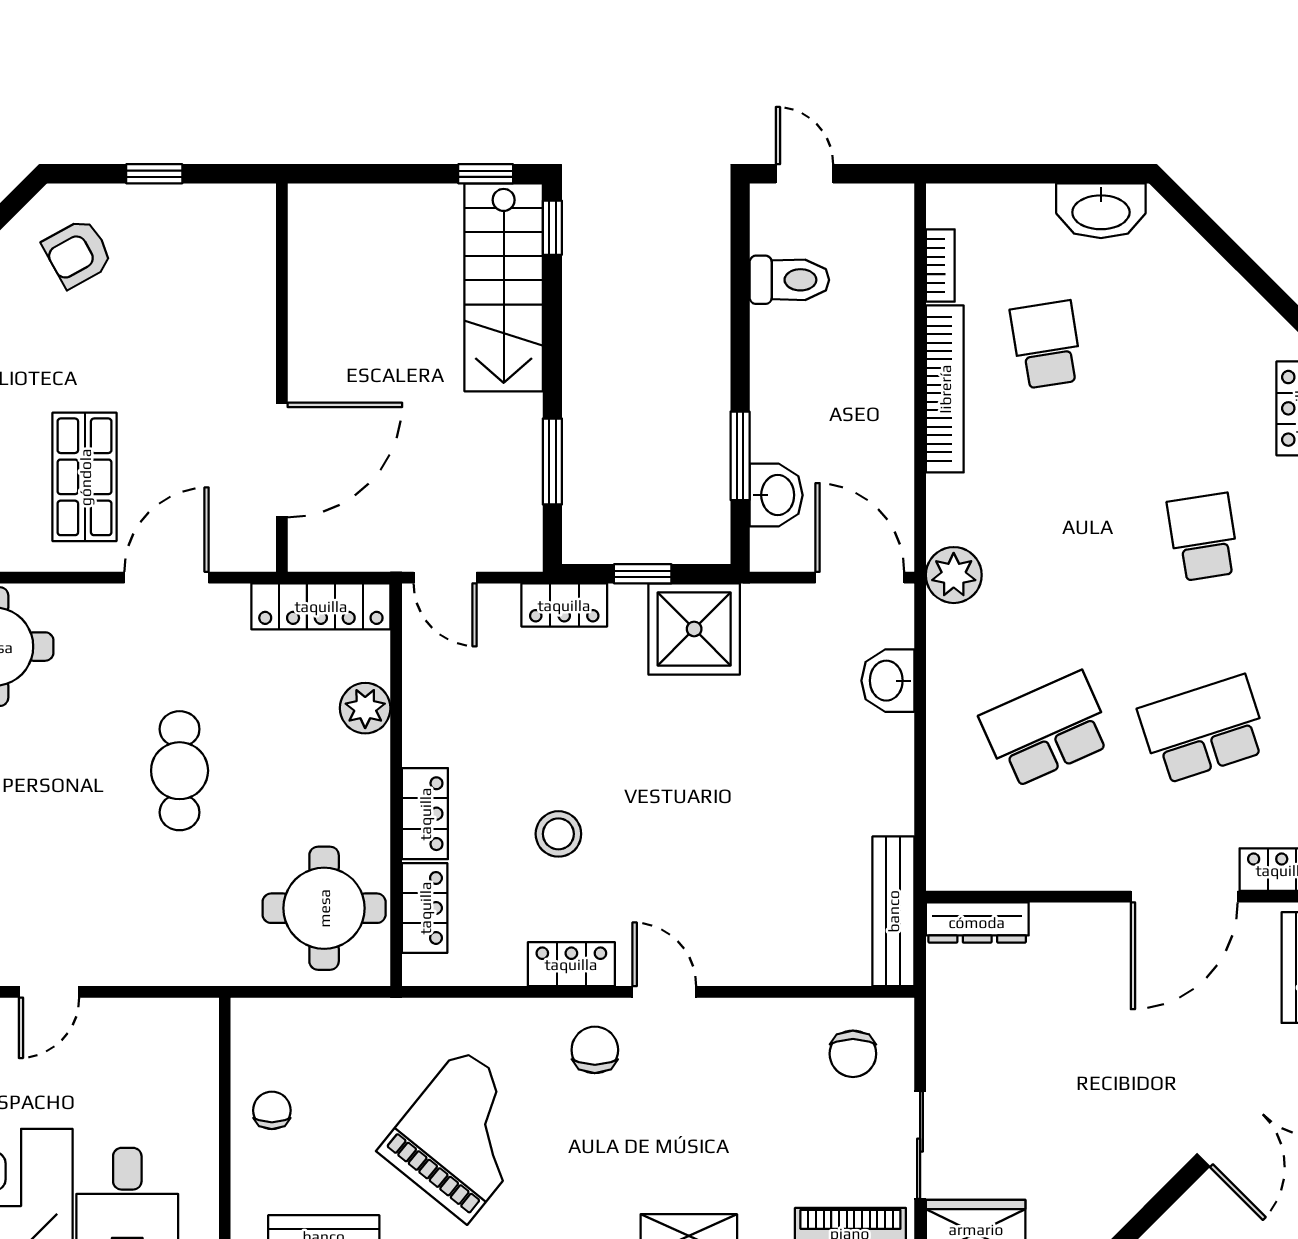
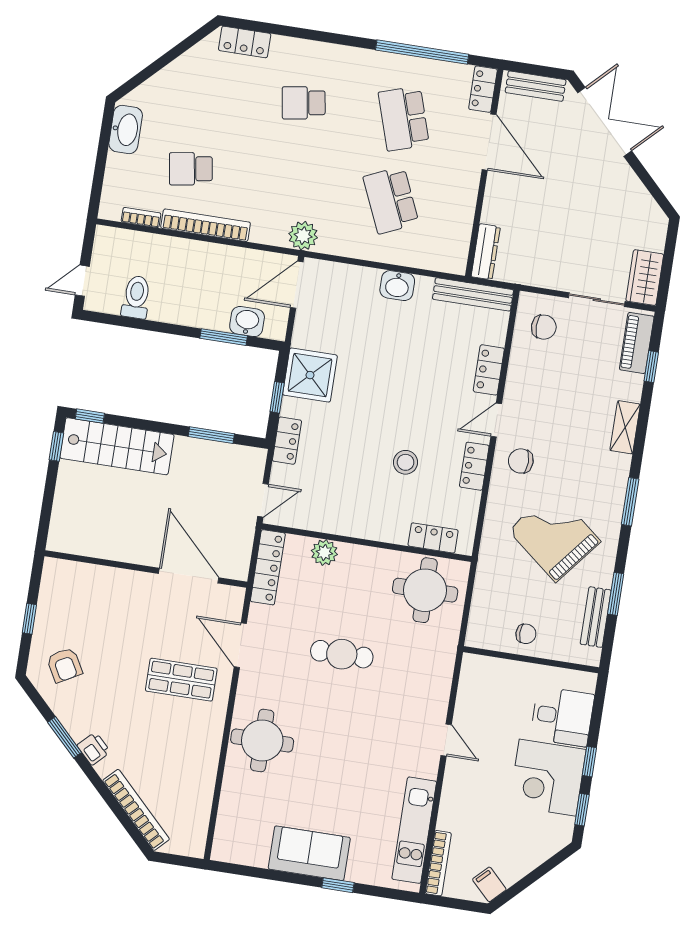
washbasin: (888, 681) -> (397, 286), moved
locker: (425, 814) -> (489, 370), moved, turned -90
chair: (272, 1110) -> (526, 634), turned 180

